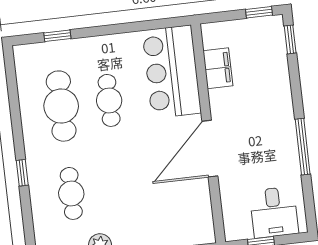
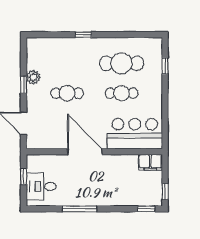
filing cabinet: (218, 68) -> (150, 162), moved
cafe table: (71, 193) -> (67, 93), moved

